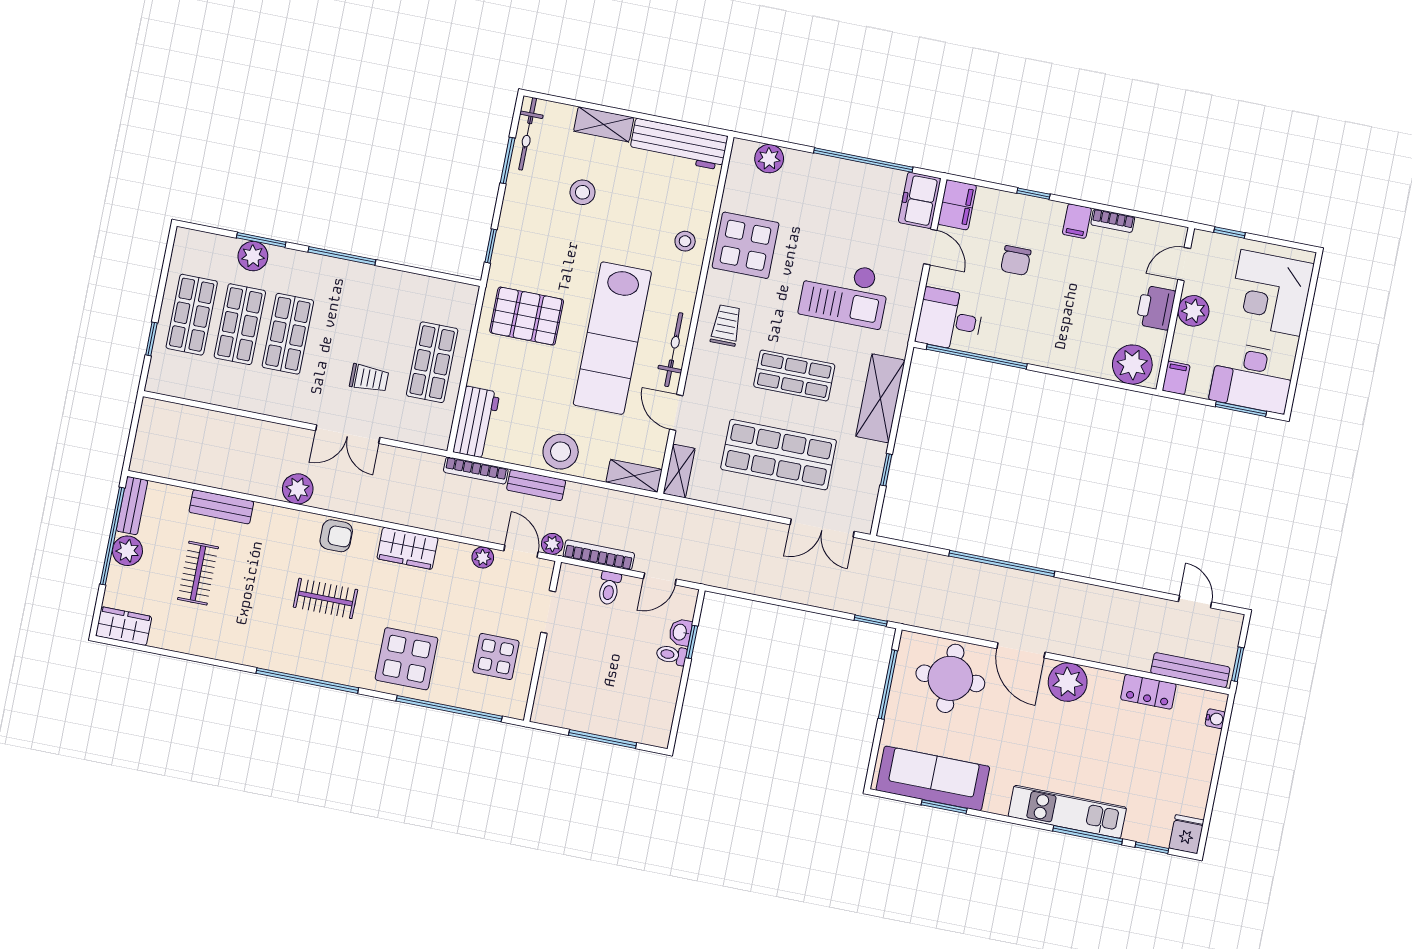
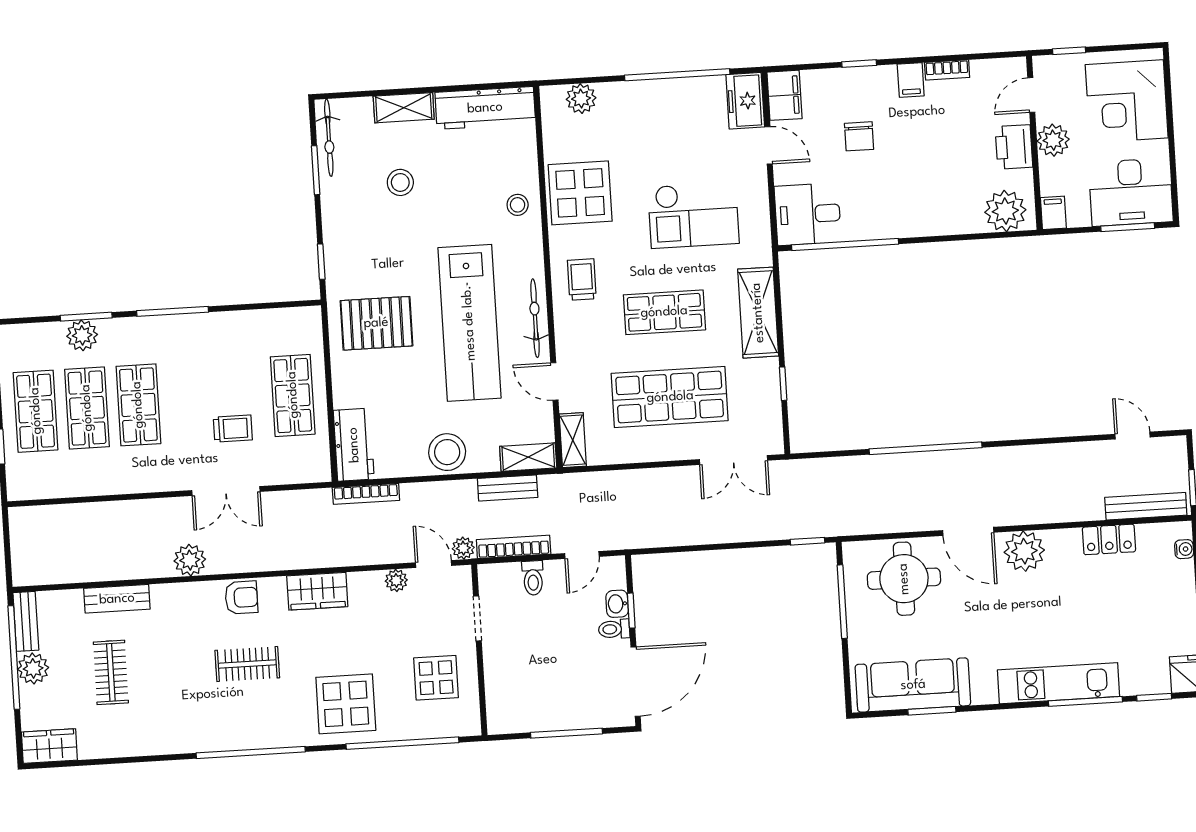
bench: (536, 485) -> (508, 488), moved
door: (679, 708) -> (636, 682), added

